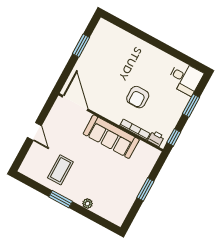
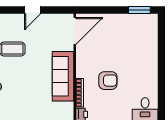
window: (81, 46) -> (139, 10), moved
armchair: (138, 97) -> (108, 81), turned 180

